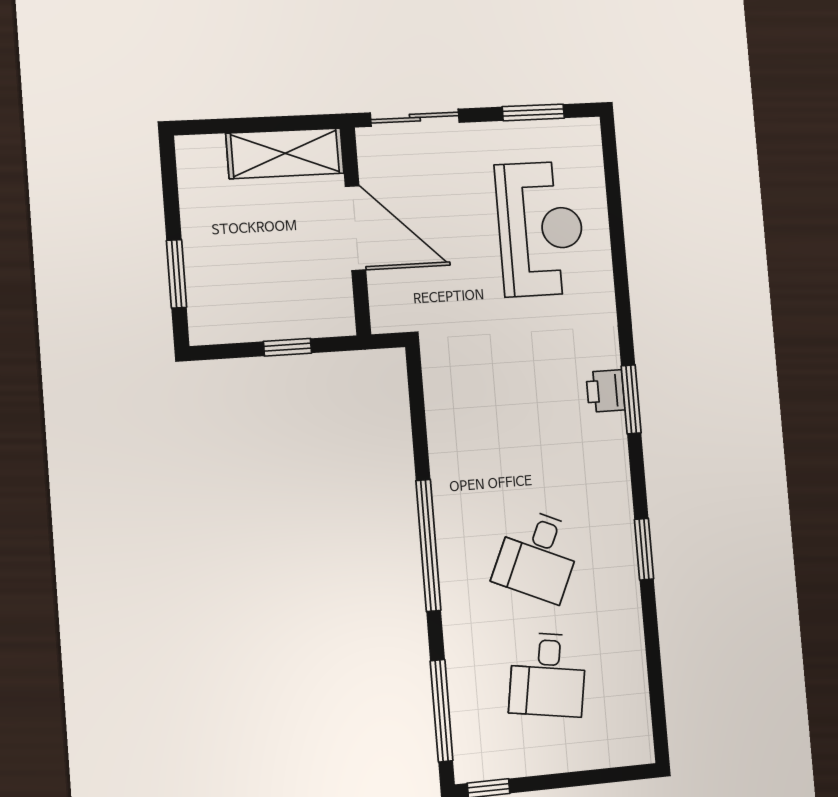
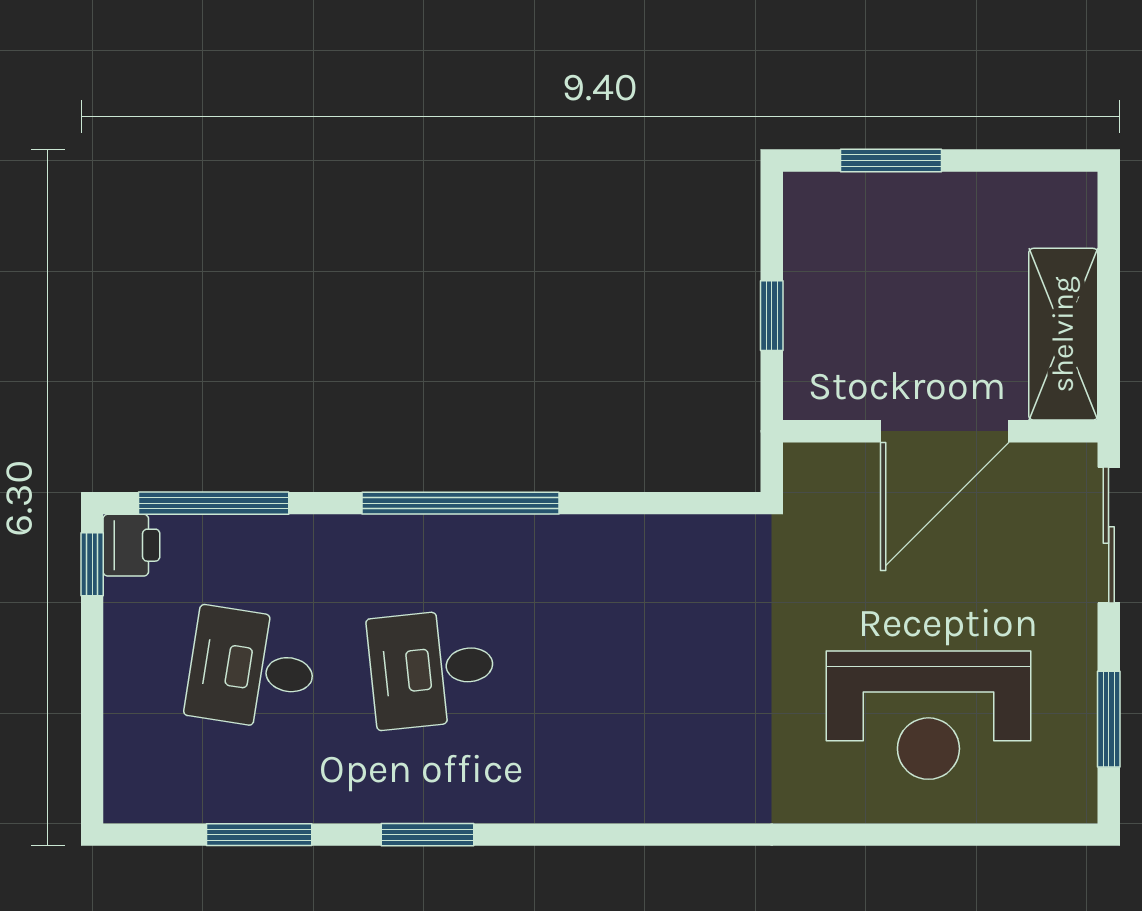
printer: (605, 391) -> (131, 545), moved, turned 90
window: (631, 399) -> (259, 835), moved
desk: (538, 555) -> (432, 669), turned -30

